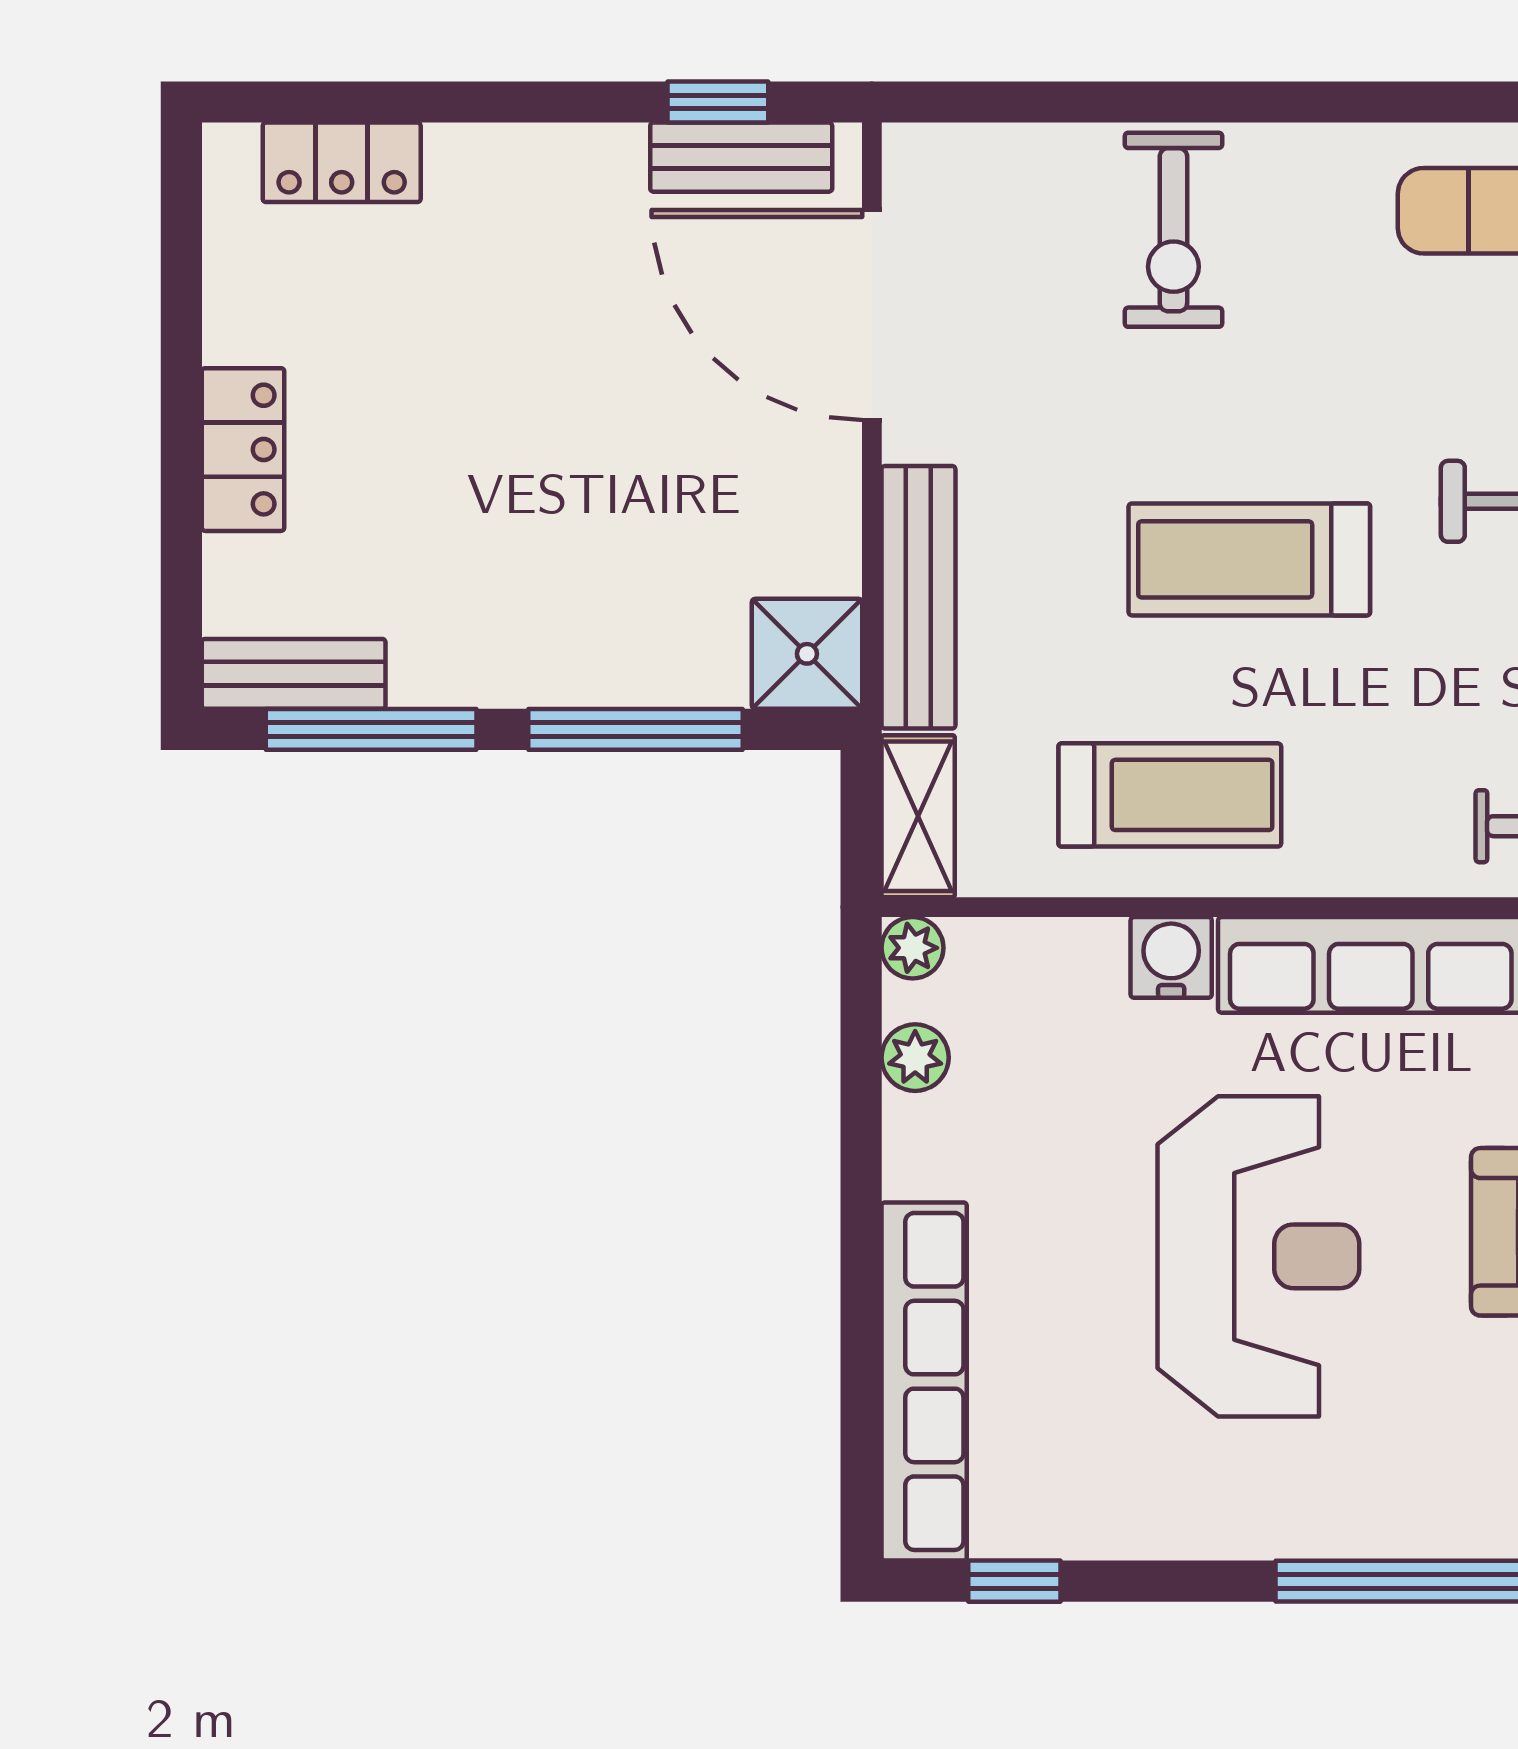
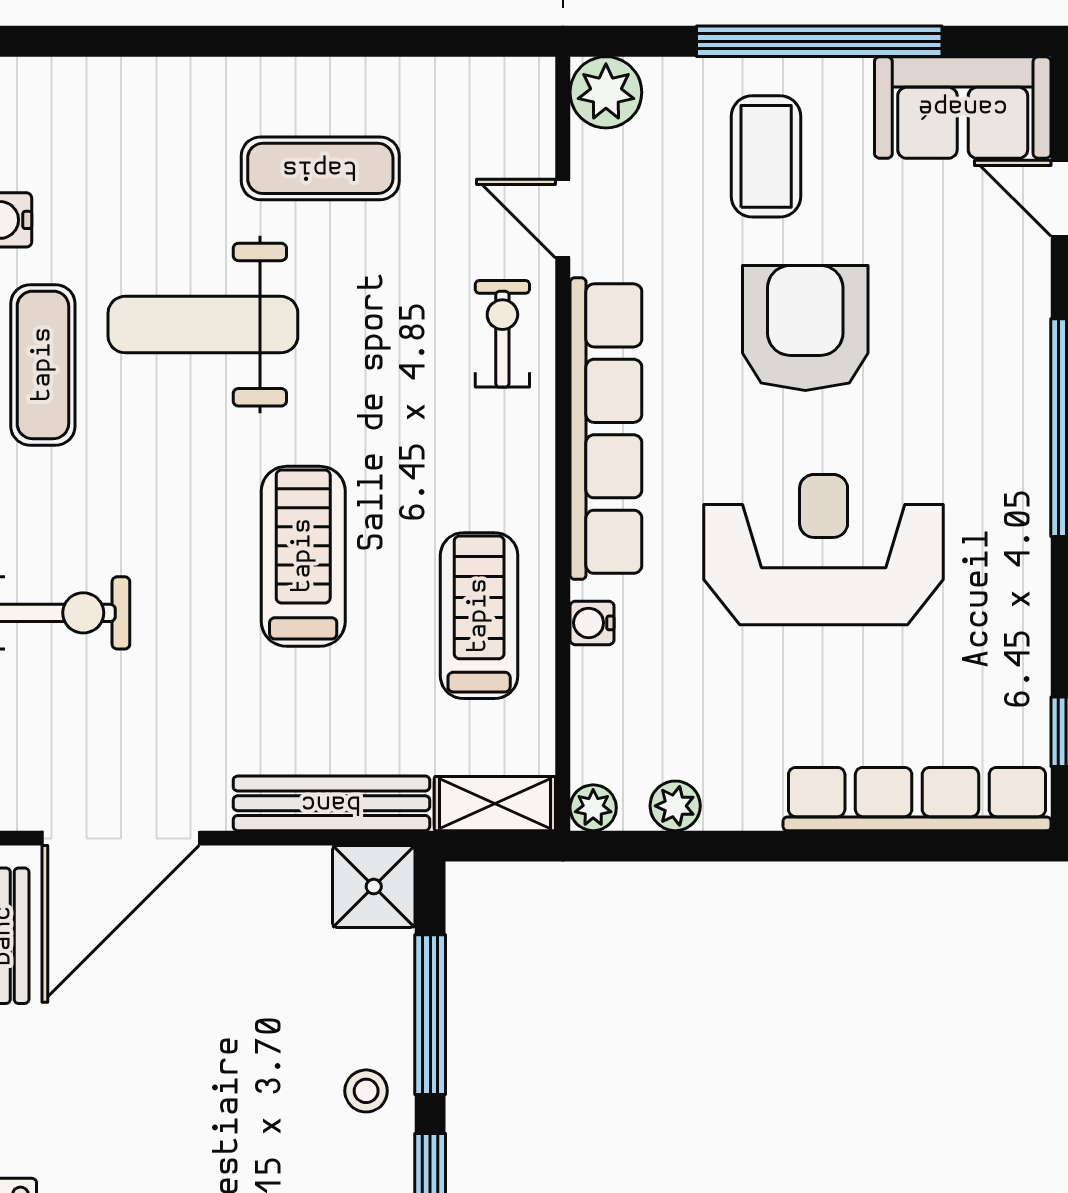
treadmill: (1249, 559) -> (303, 556), turned 180
stool: (533, 644) -> (366, 1091), added
water cooler: (1171, 957) -> (592, 623), width x0.72, depth x0.72

